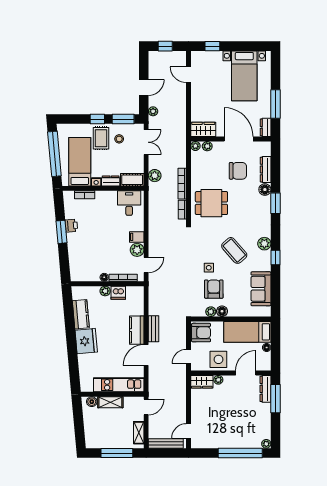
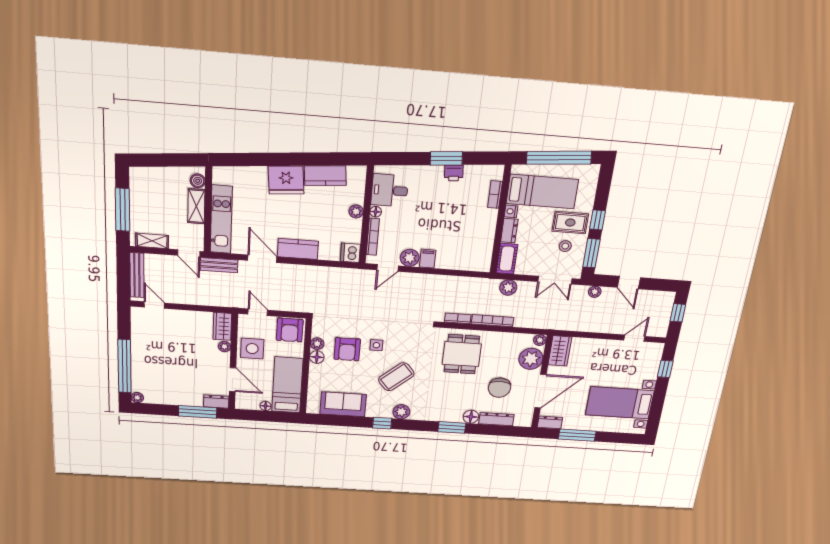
plant: (207, 146) -> (531, 359), width x1.88, depth x1.88
desk: (129, 203) -> (390, 190), moved, turned 180
door: (146, 265) -> (388, 268), hinge flipped
armchair: (214, 289) -> (347, 349), turned 90
dishwasher: (118, 293) -> (350, 253), moved
bench: (153, 329) -> (219, 265), moved
dresser: (265, 389) -> (216, 402), width x0.70

